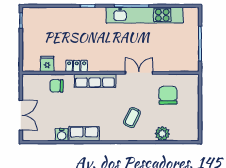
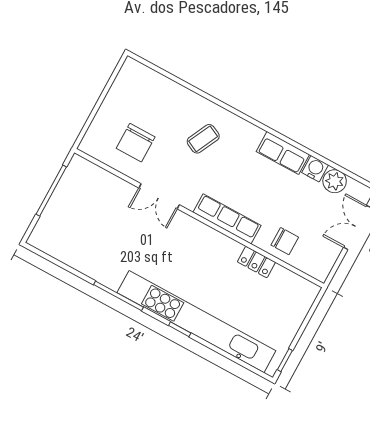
kitchen unit: (145, 15) -> (196, 322), moved, width x1.36
fridge: (47, 64) -> (281, 279), removed
locker: (77, 66) -> (256, 262), moved
plant: (162, 134) -> (335, 181), moved

